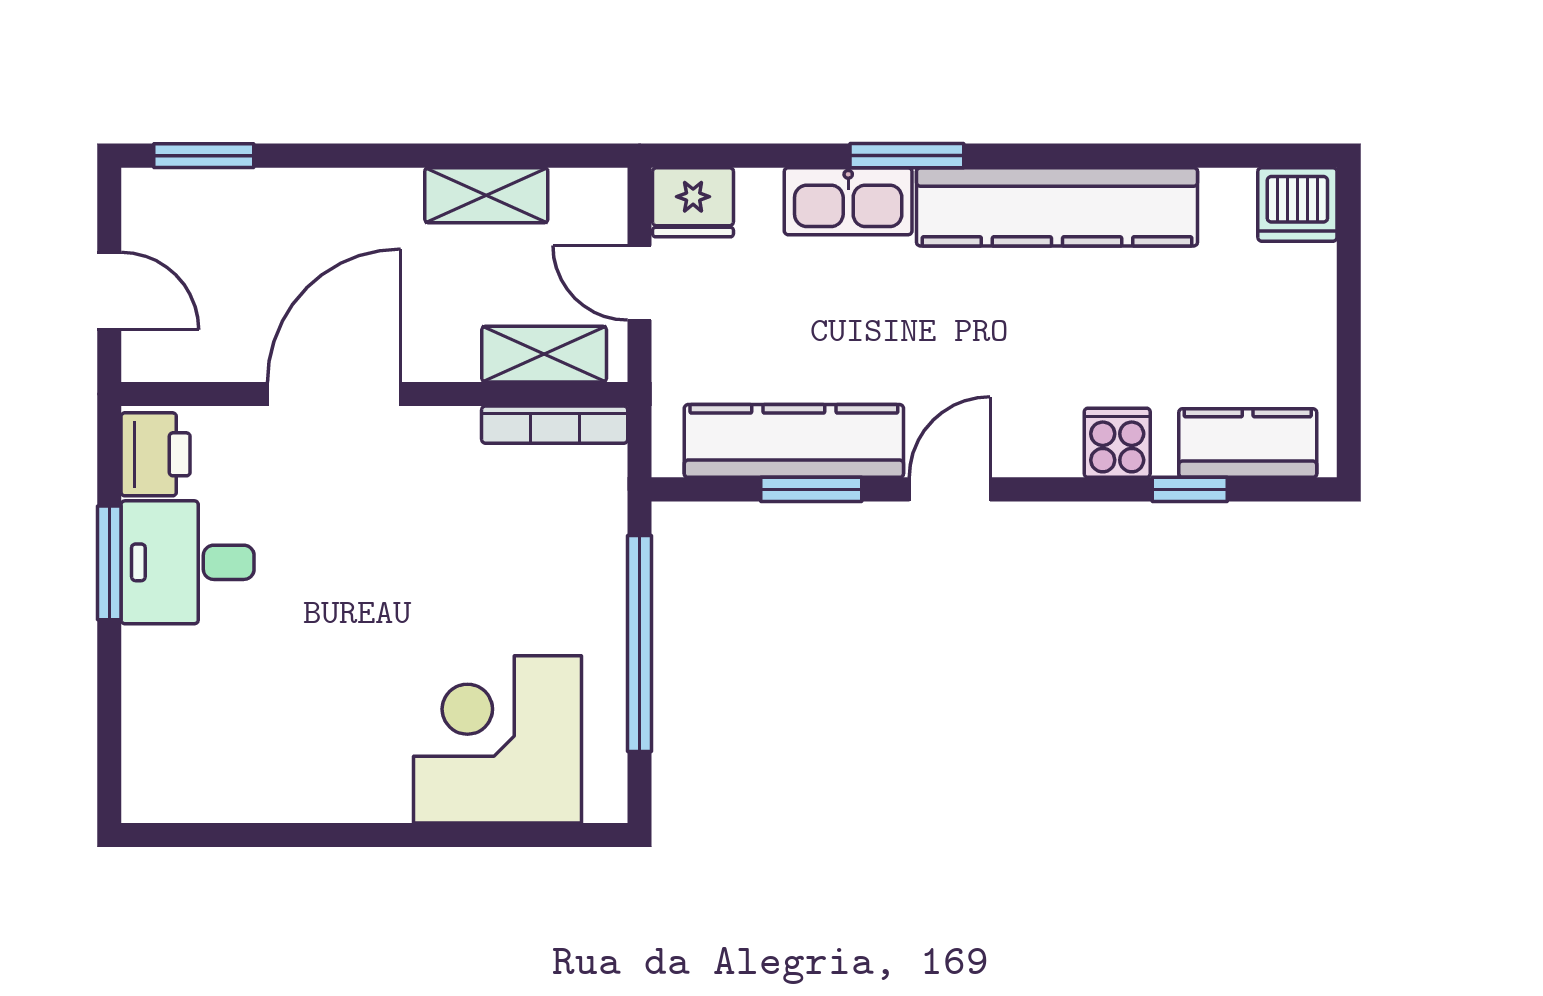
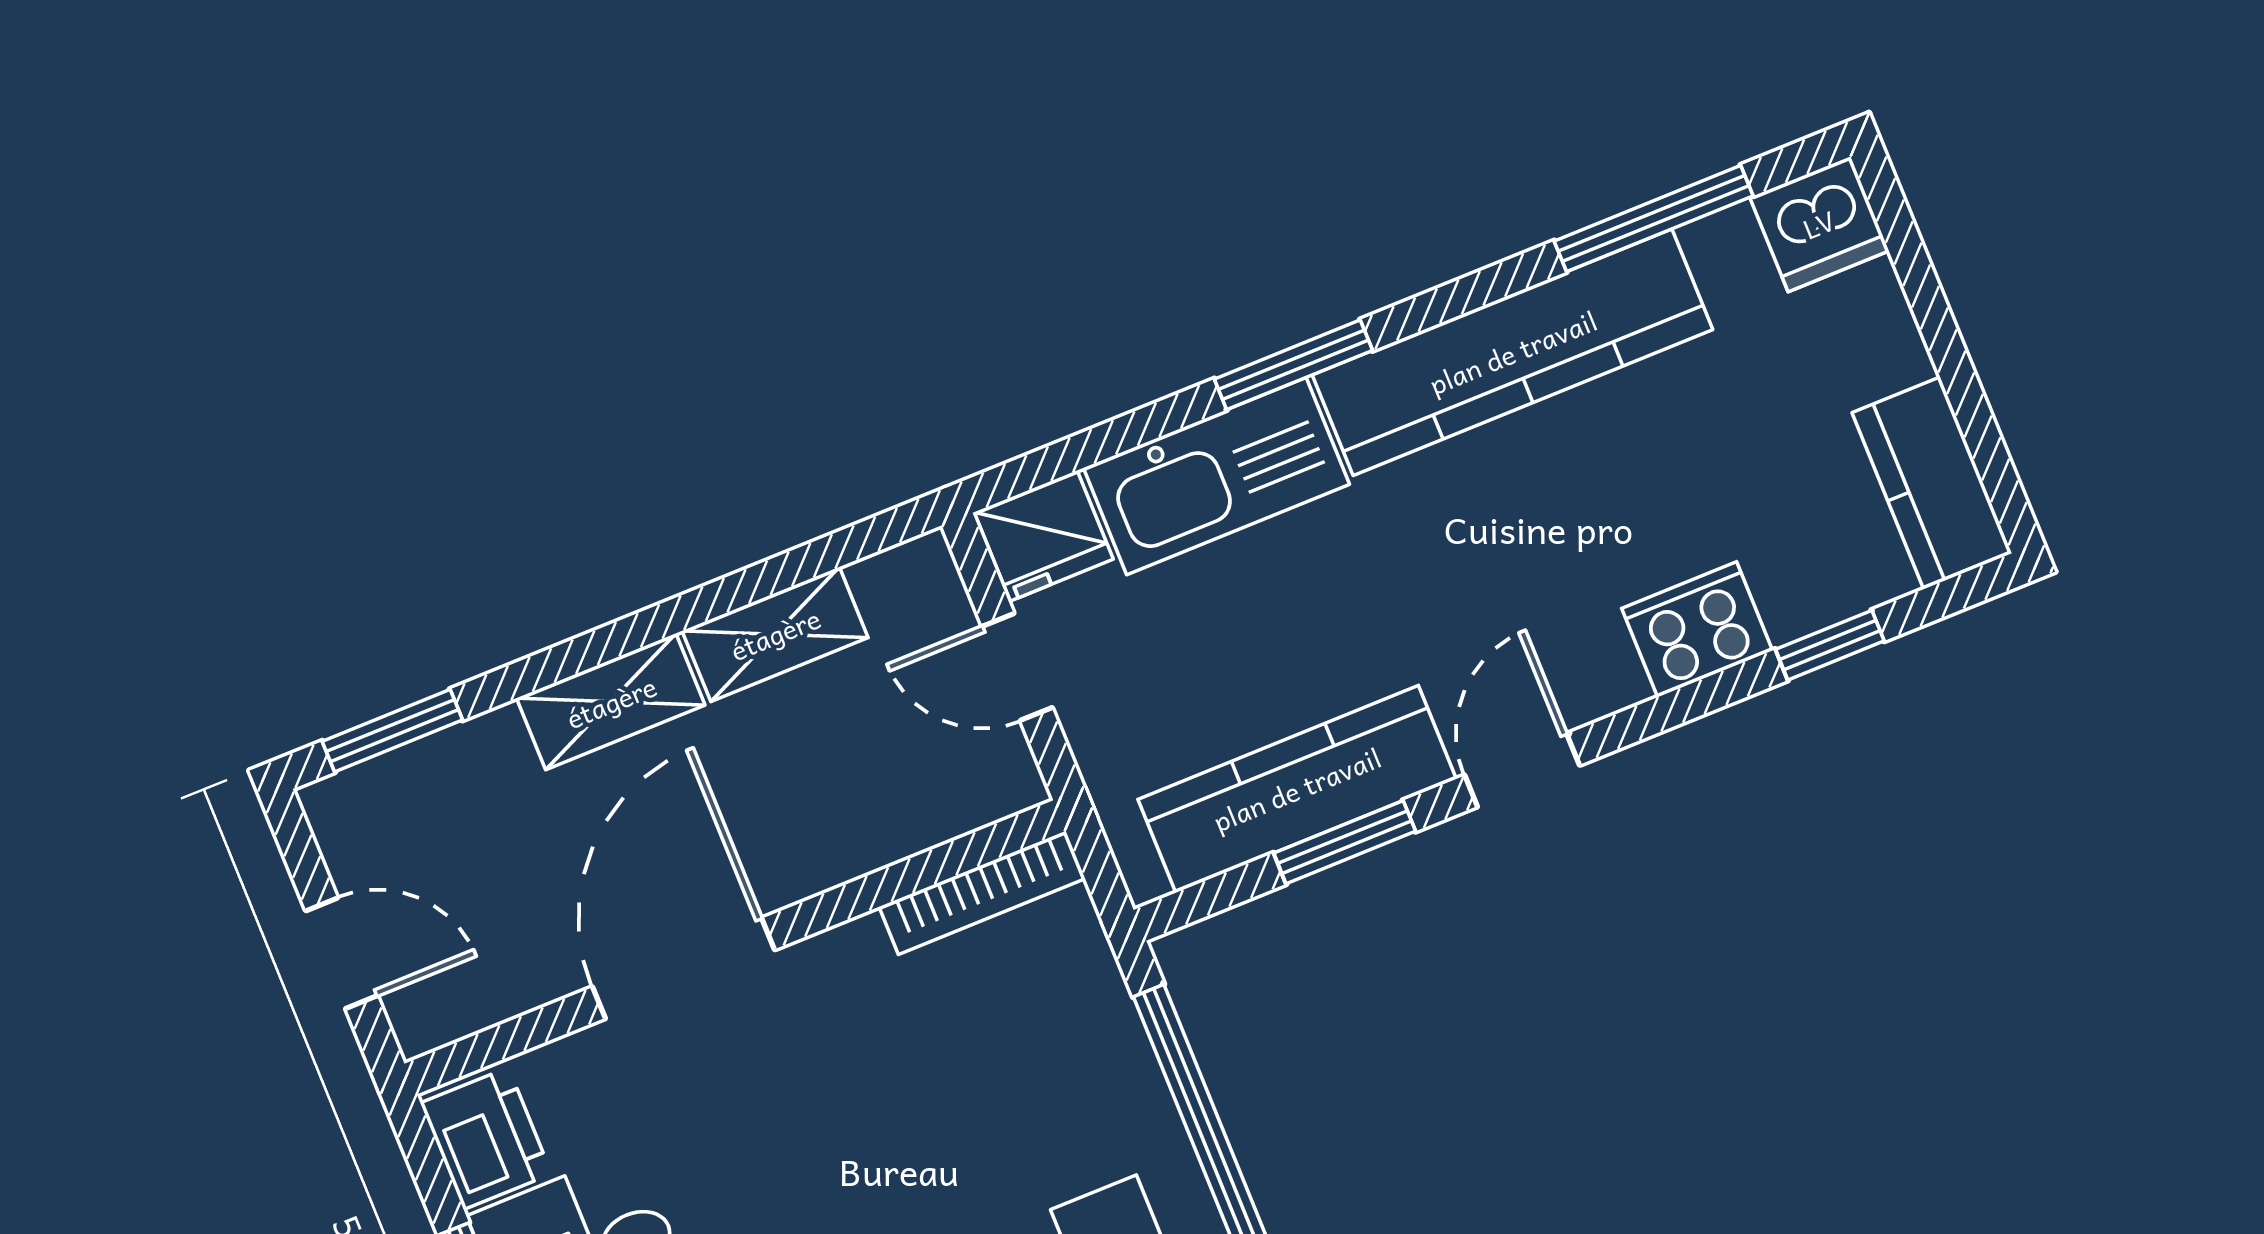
window: (1188, 156) -> (1654, 218), added
kitchen sink: (848, 201) -> (1216, 476), width x1.36, depth x1.24
shelving: (544, 354) -> (611, 702), moved
cooker: (1117, 443) -> (1697, 629), width x1.36
kitchen counter: (1248, 443) -> (1932, 483), moved, turned -90

